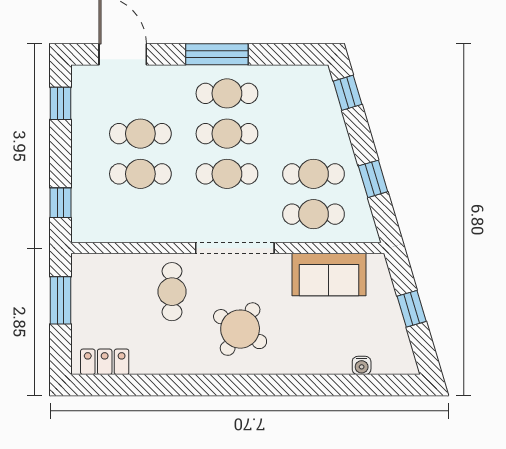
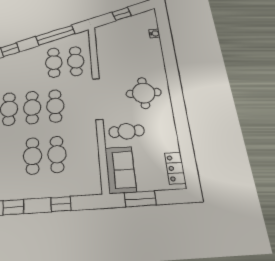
window: (373, 179) -> (55, 35), width x2.17
window: (61, 203) -> (61, 204), moved
sofa: (329, 275) -> (120, 170), moved
round table: (240, 329) -> (144, 93), turned -33

